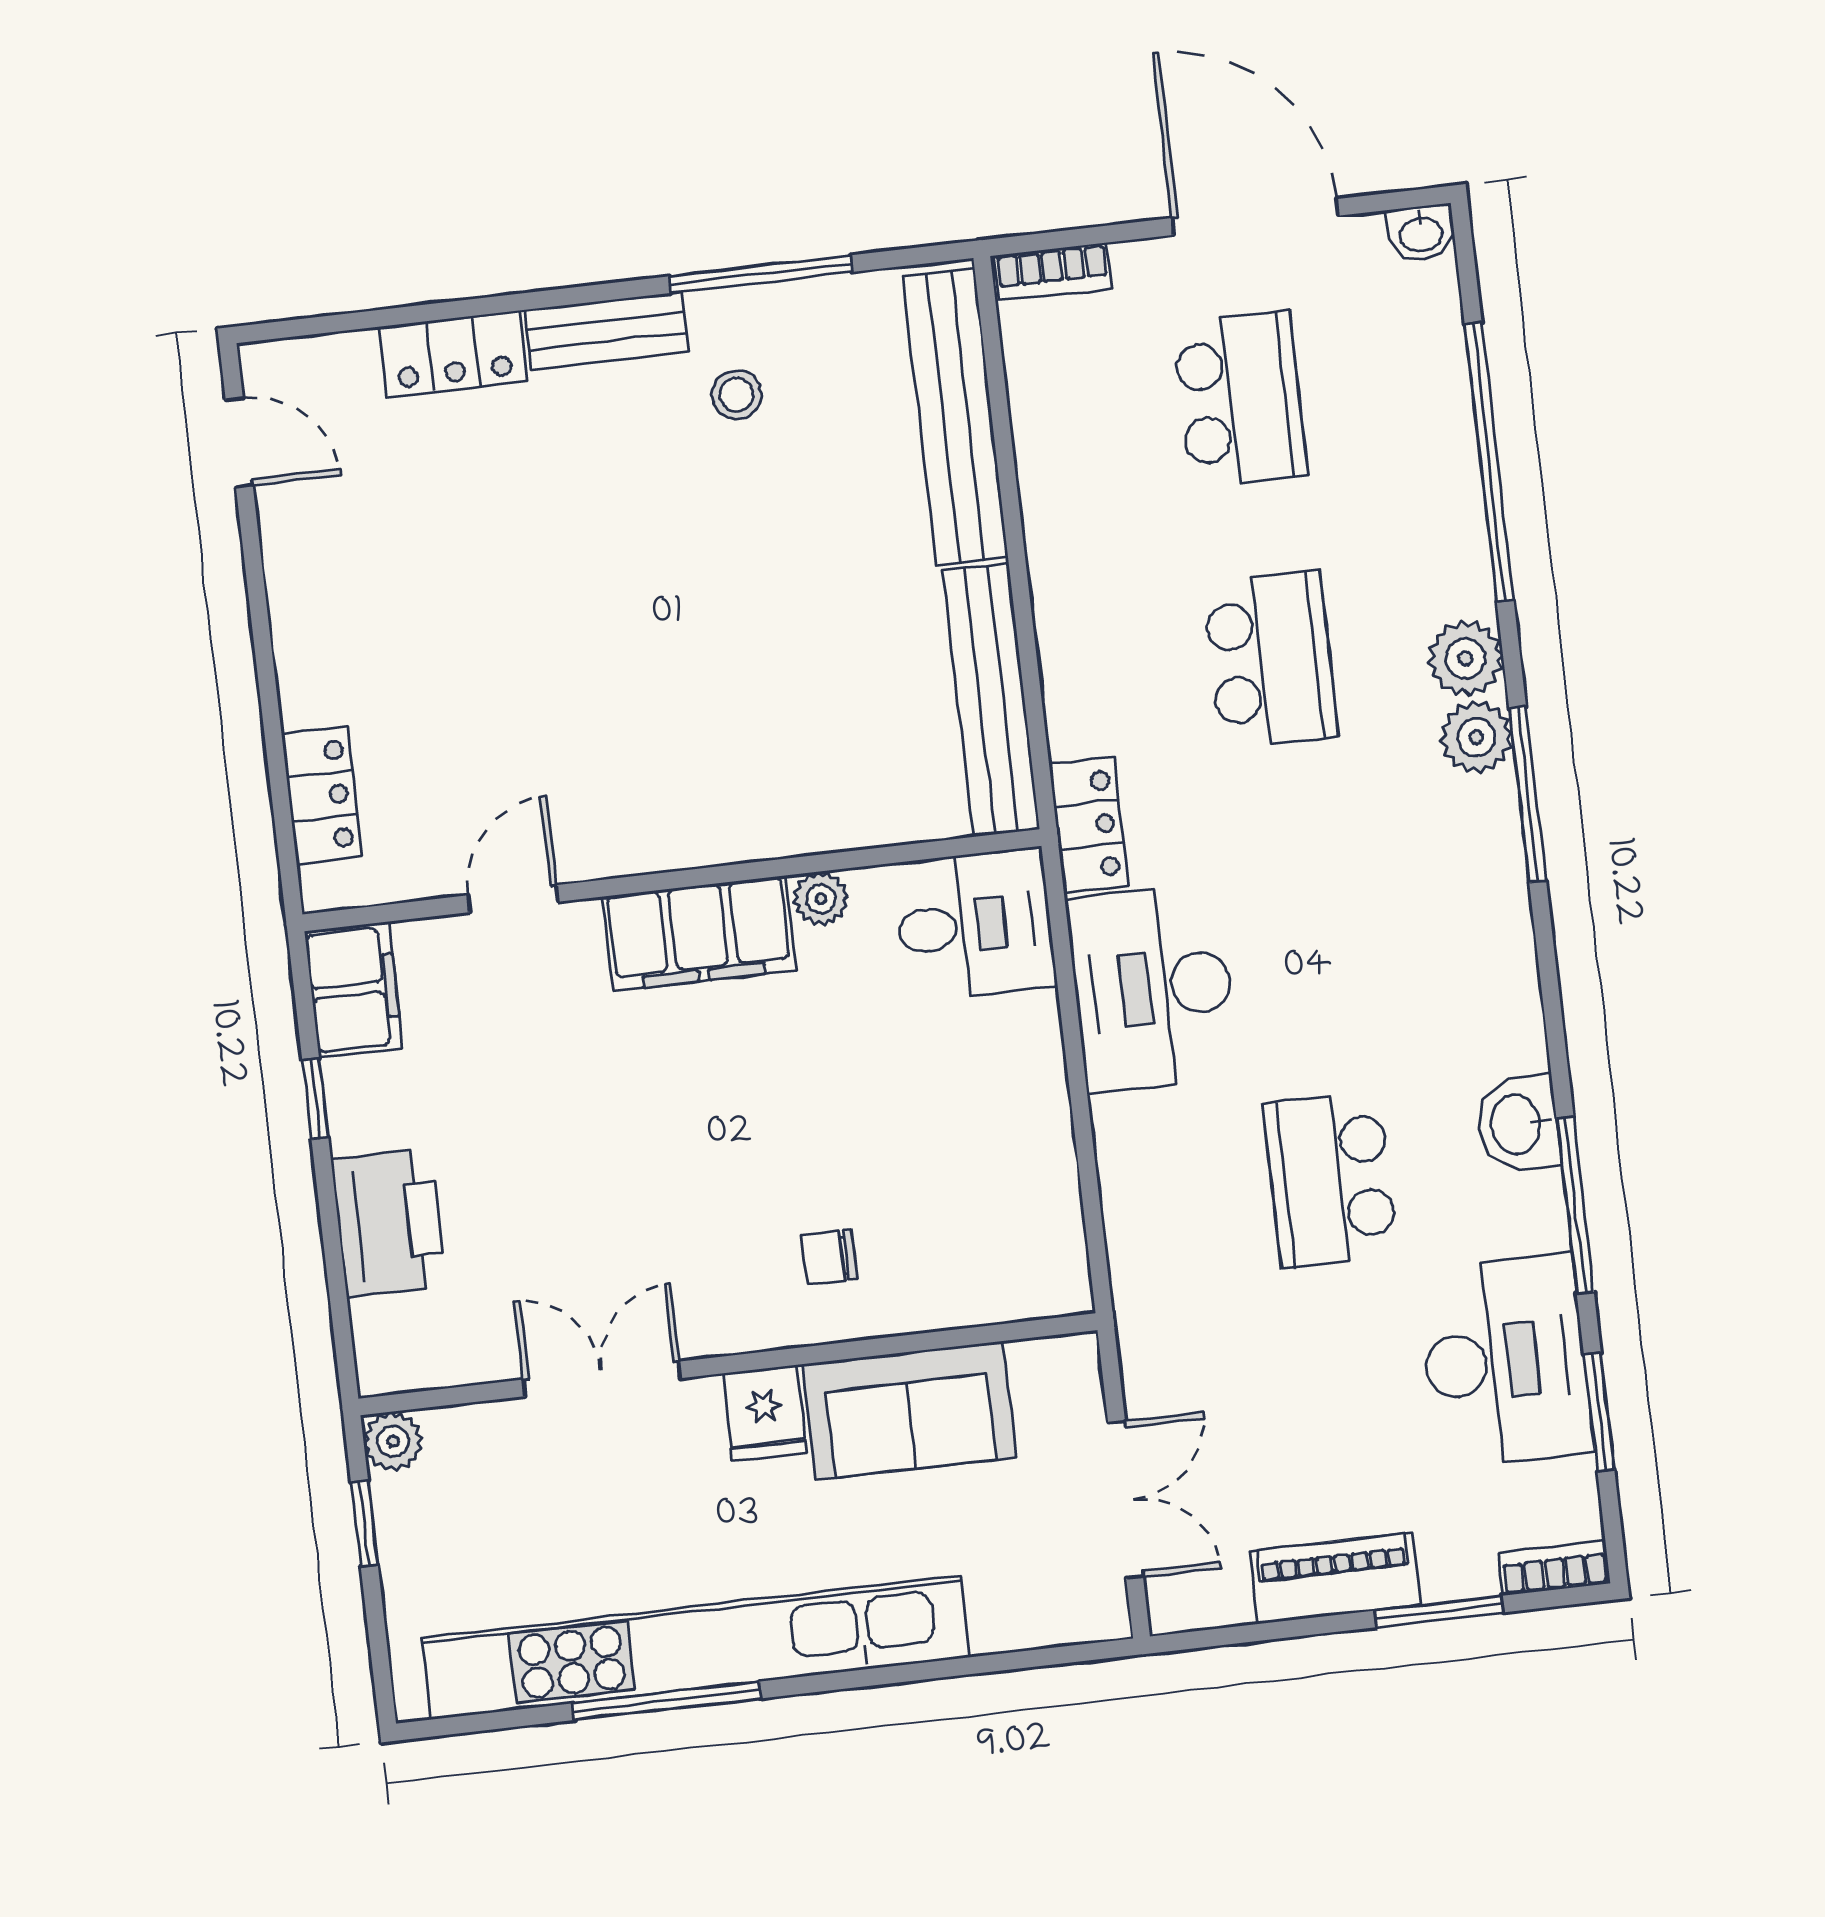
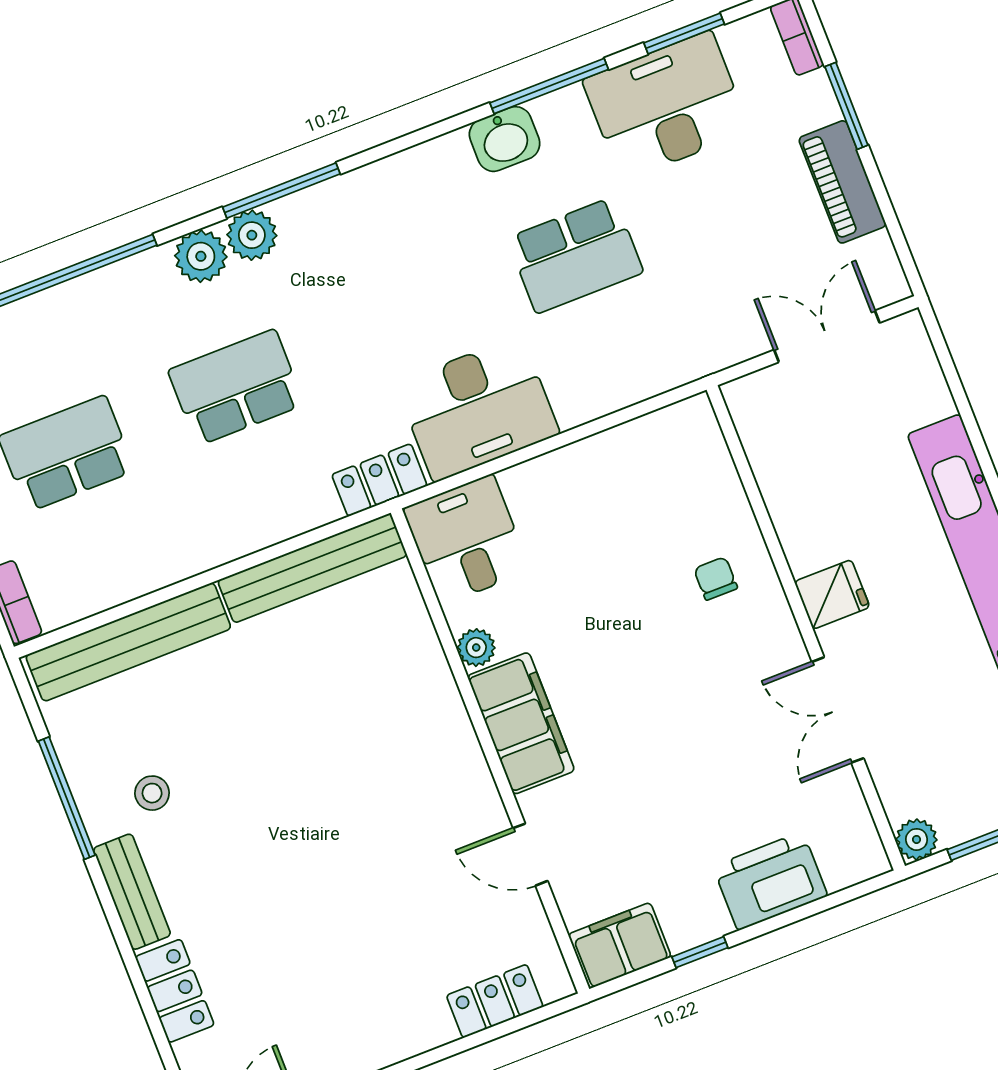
chair: (829, 1257) -> (716, 578), turned 180
sofa: (909, 1411) -> (805, 498), removed

